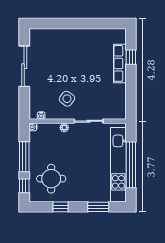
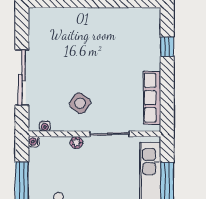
row of seats: (120, 63) -> (152, 98), moved
sliding door: (24, 66) -> (22, 78), moved

